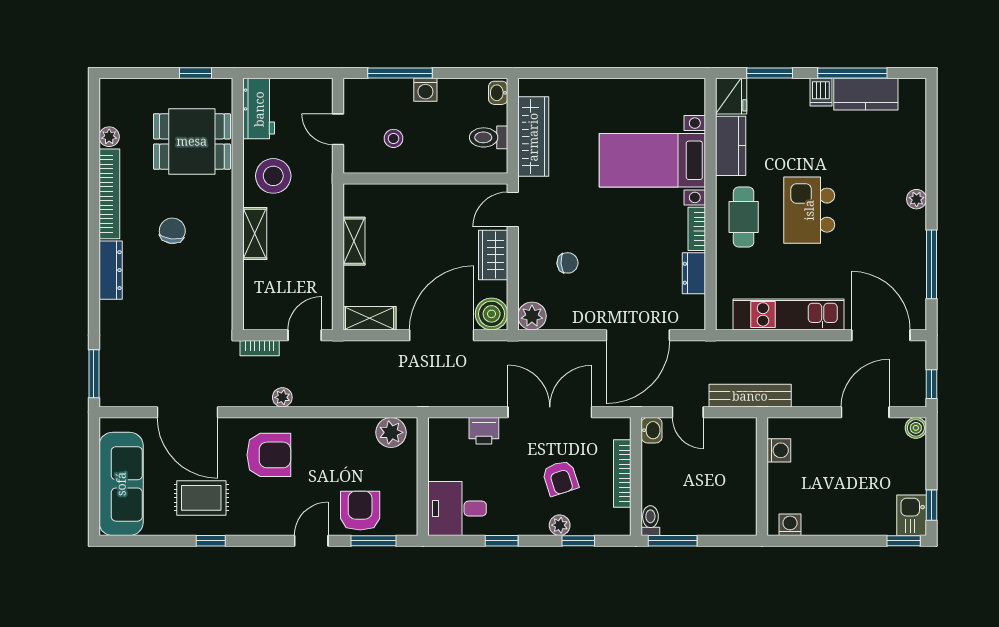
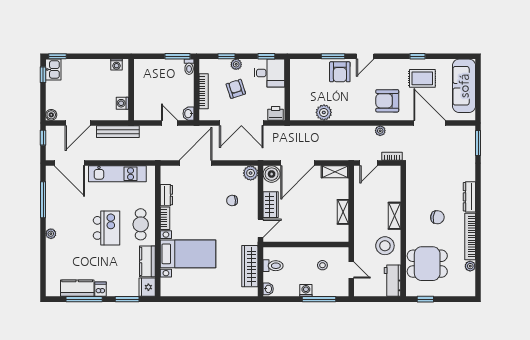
chair: (172, 231) -> (437, 217), turned -90
bench: (750, 396) -> (118, 132), moved
wall: (423, 476) -> (287, 90), moved
desk: (457, 509) -> (269, 73), moved

